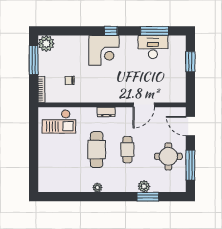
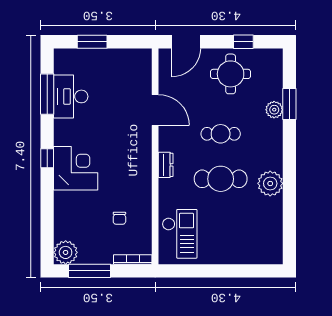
window: (190, 165) -> (243, 42), width x0.46
plant: (97, 188) -> (270, 183), width x1.87, depth x1.87

